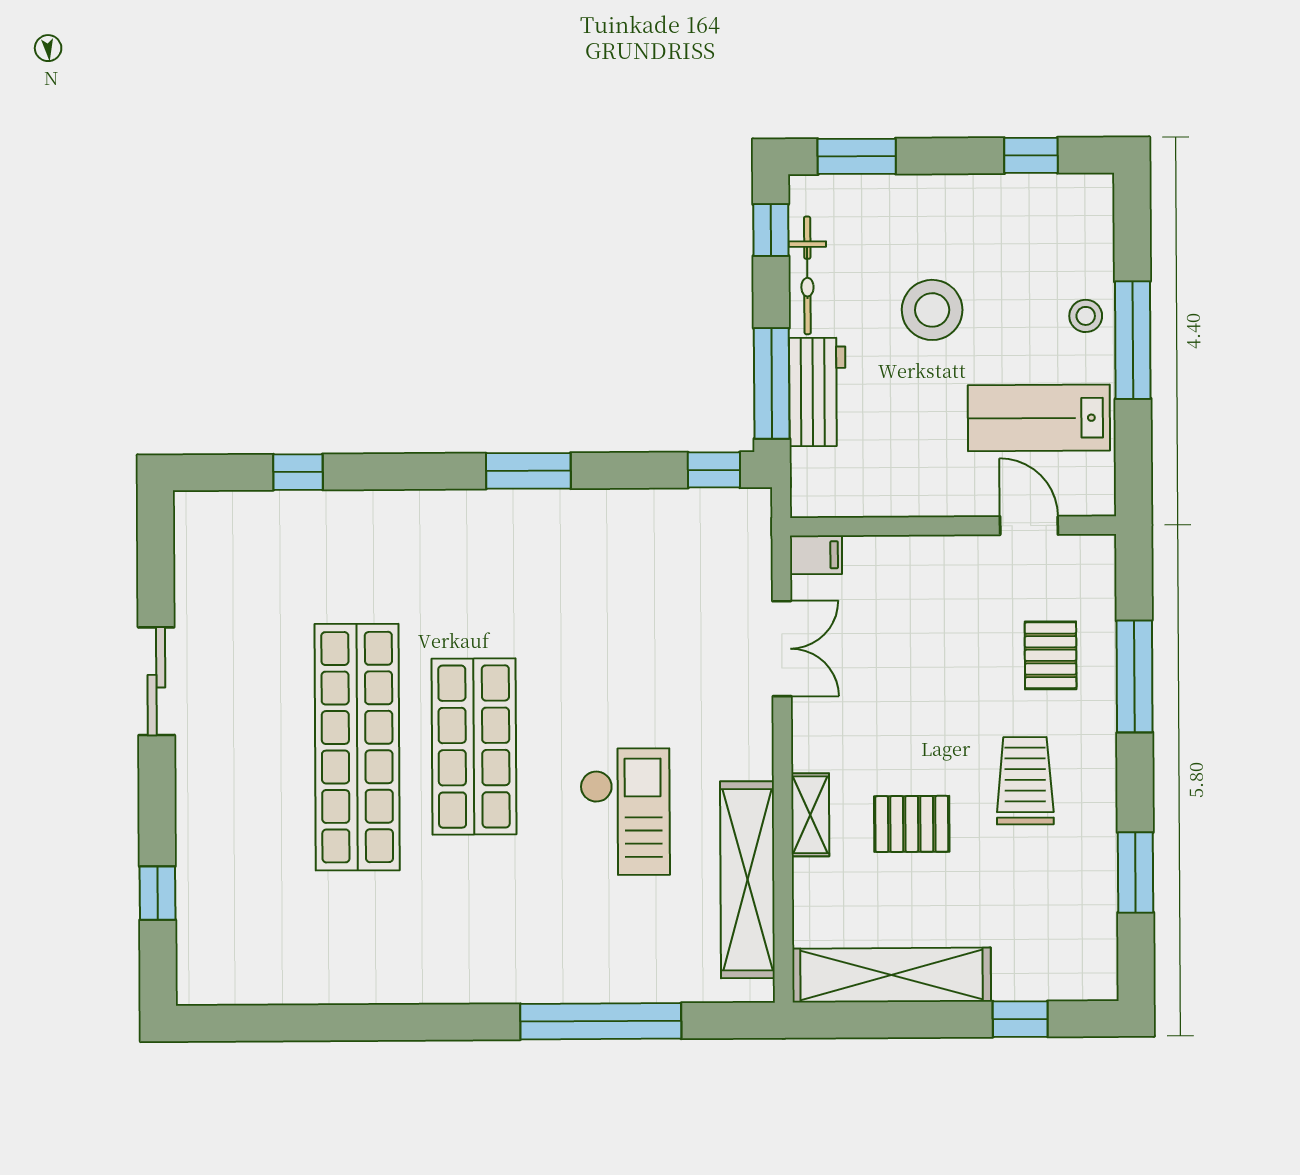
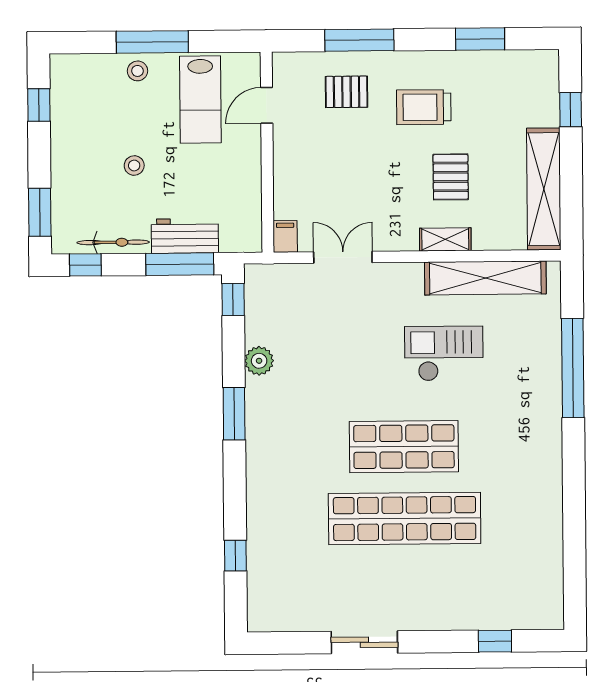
stool: (932, 310) -> (134, 166), width x0.53, depth x0.53
plant: (614, 512) -> (259, 361), added

